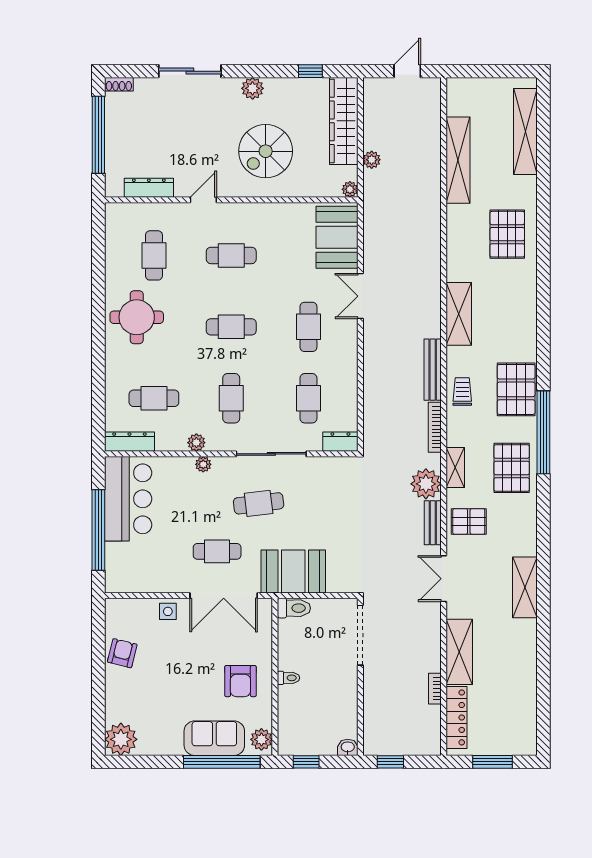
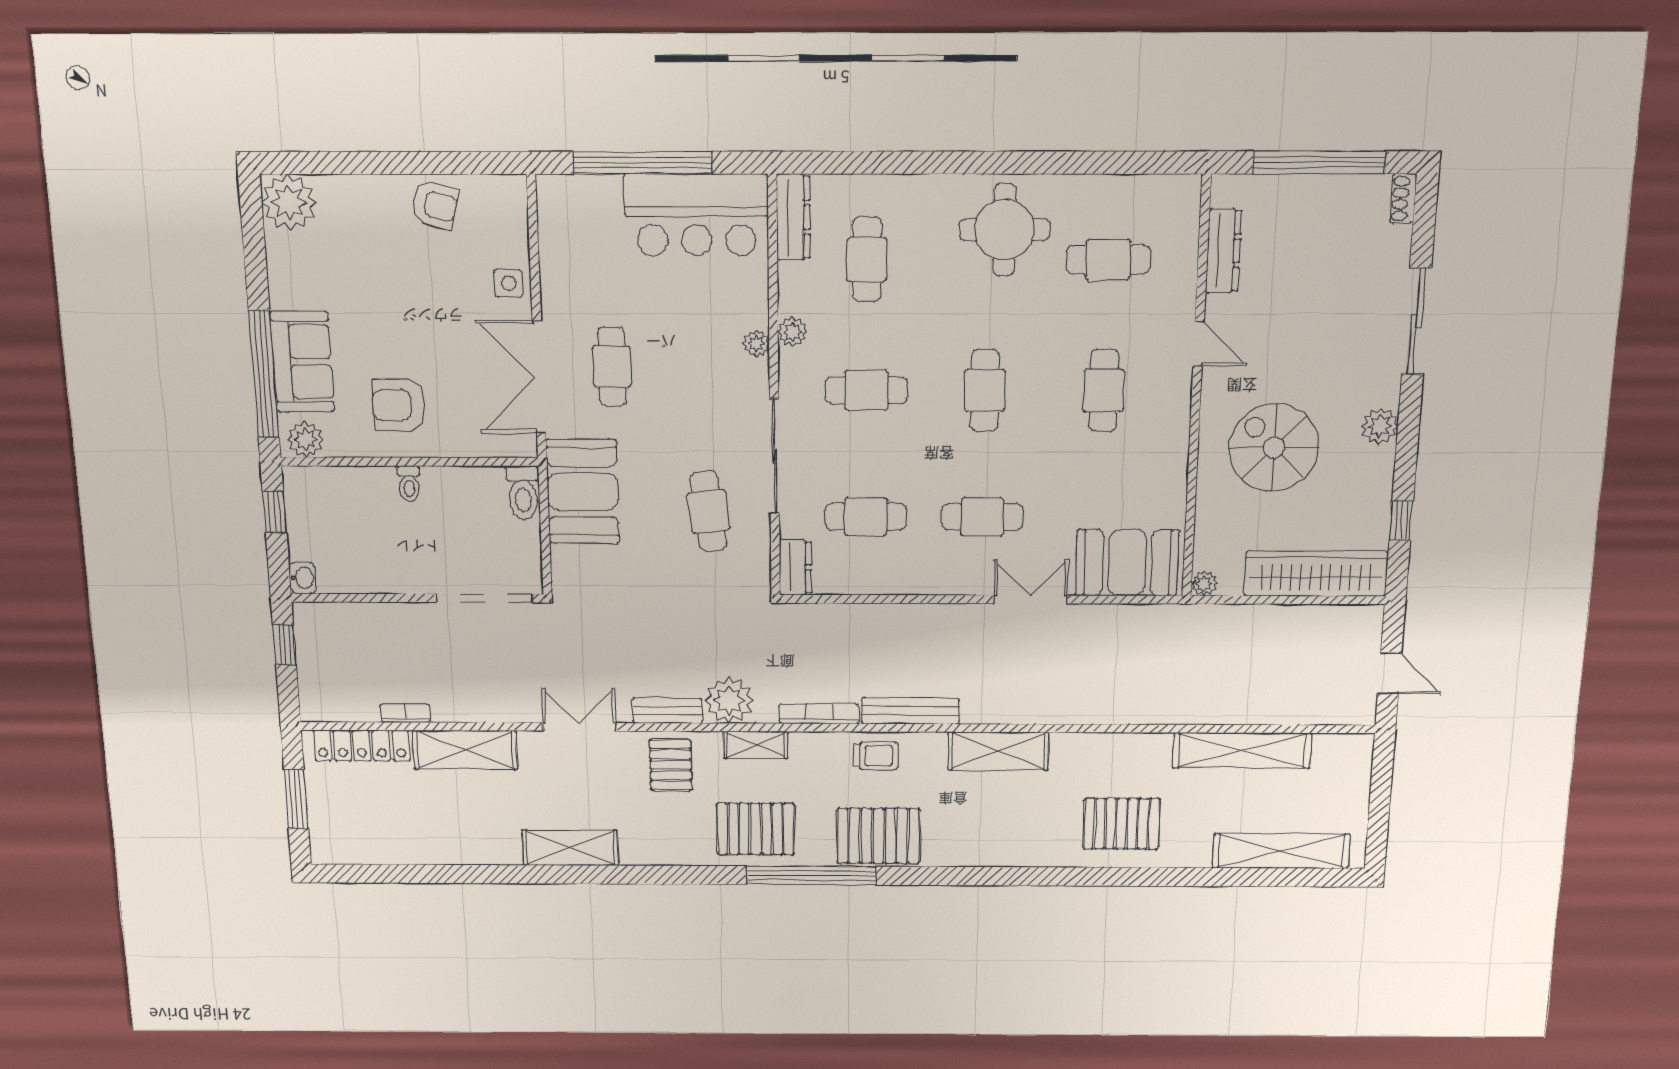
plant: (372, 160) -> (1250, 618), removed
cafe table: (259, 503) -> (709, 511), moved

